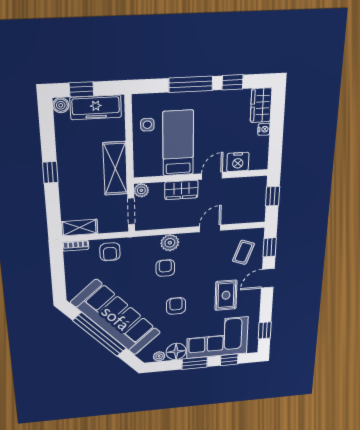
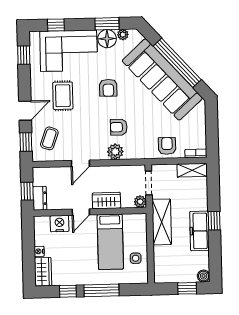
freezer: (96, 107) -> (199, 231), moved, turned -90
dresser: (259, 189) -> (40, 198), added
armchair: (165, 268) -> (119, 127), turned 90
window: (195, 363) -> (107, 24), moved

